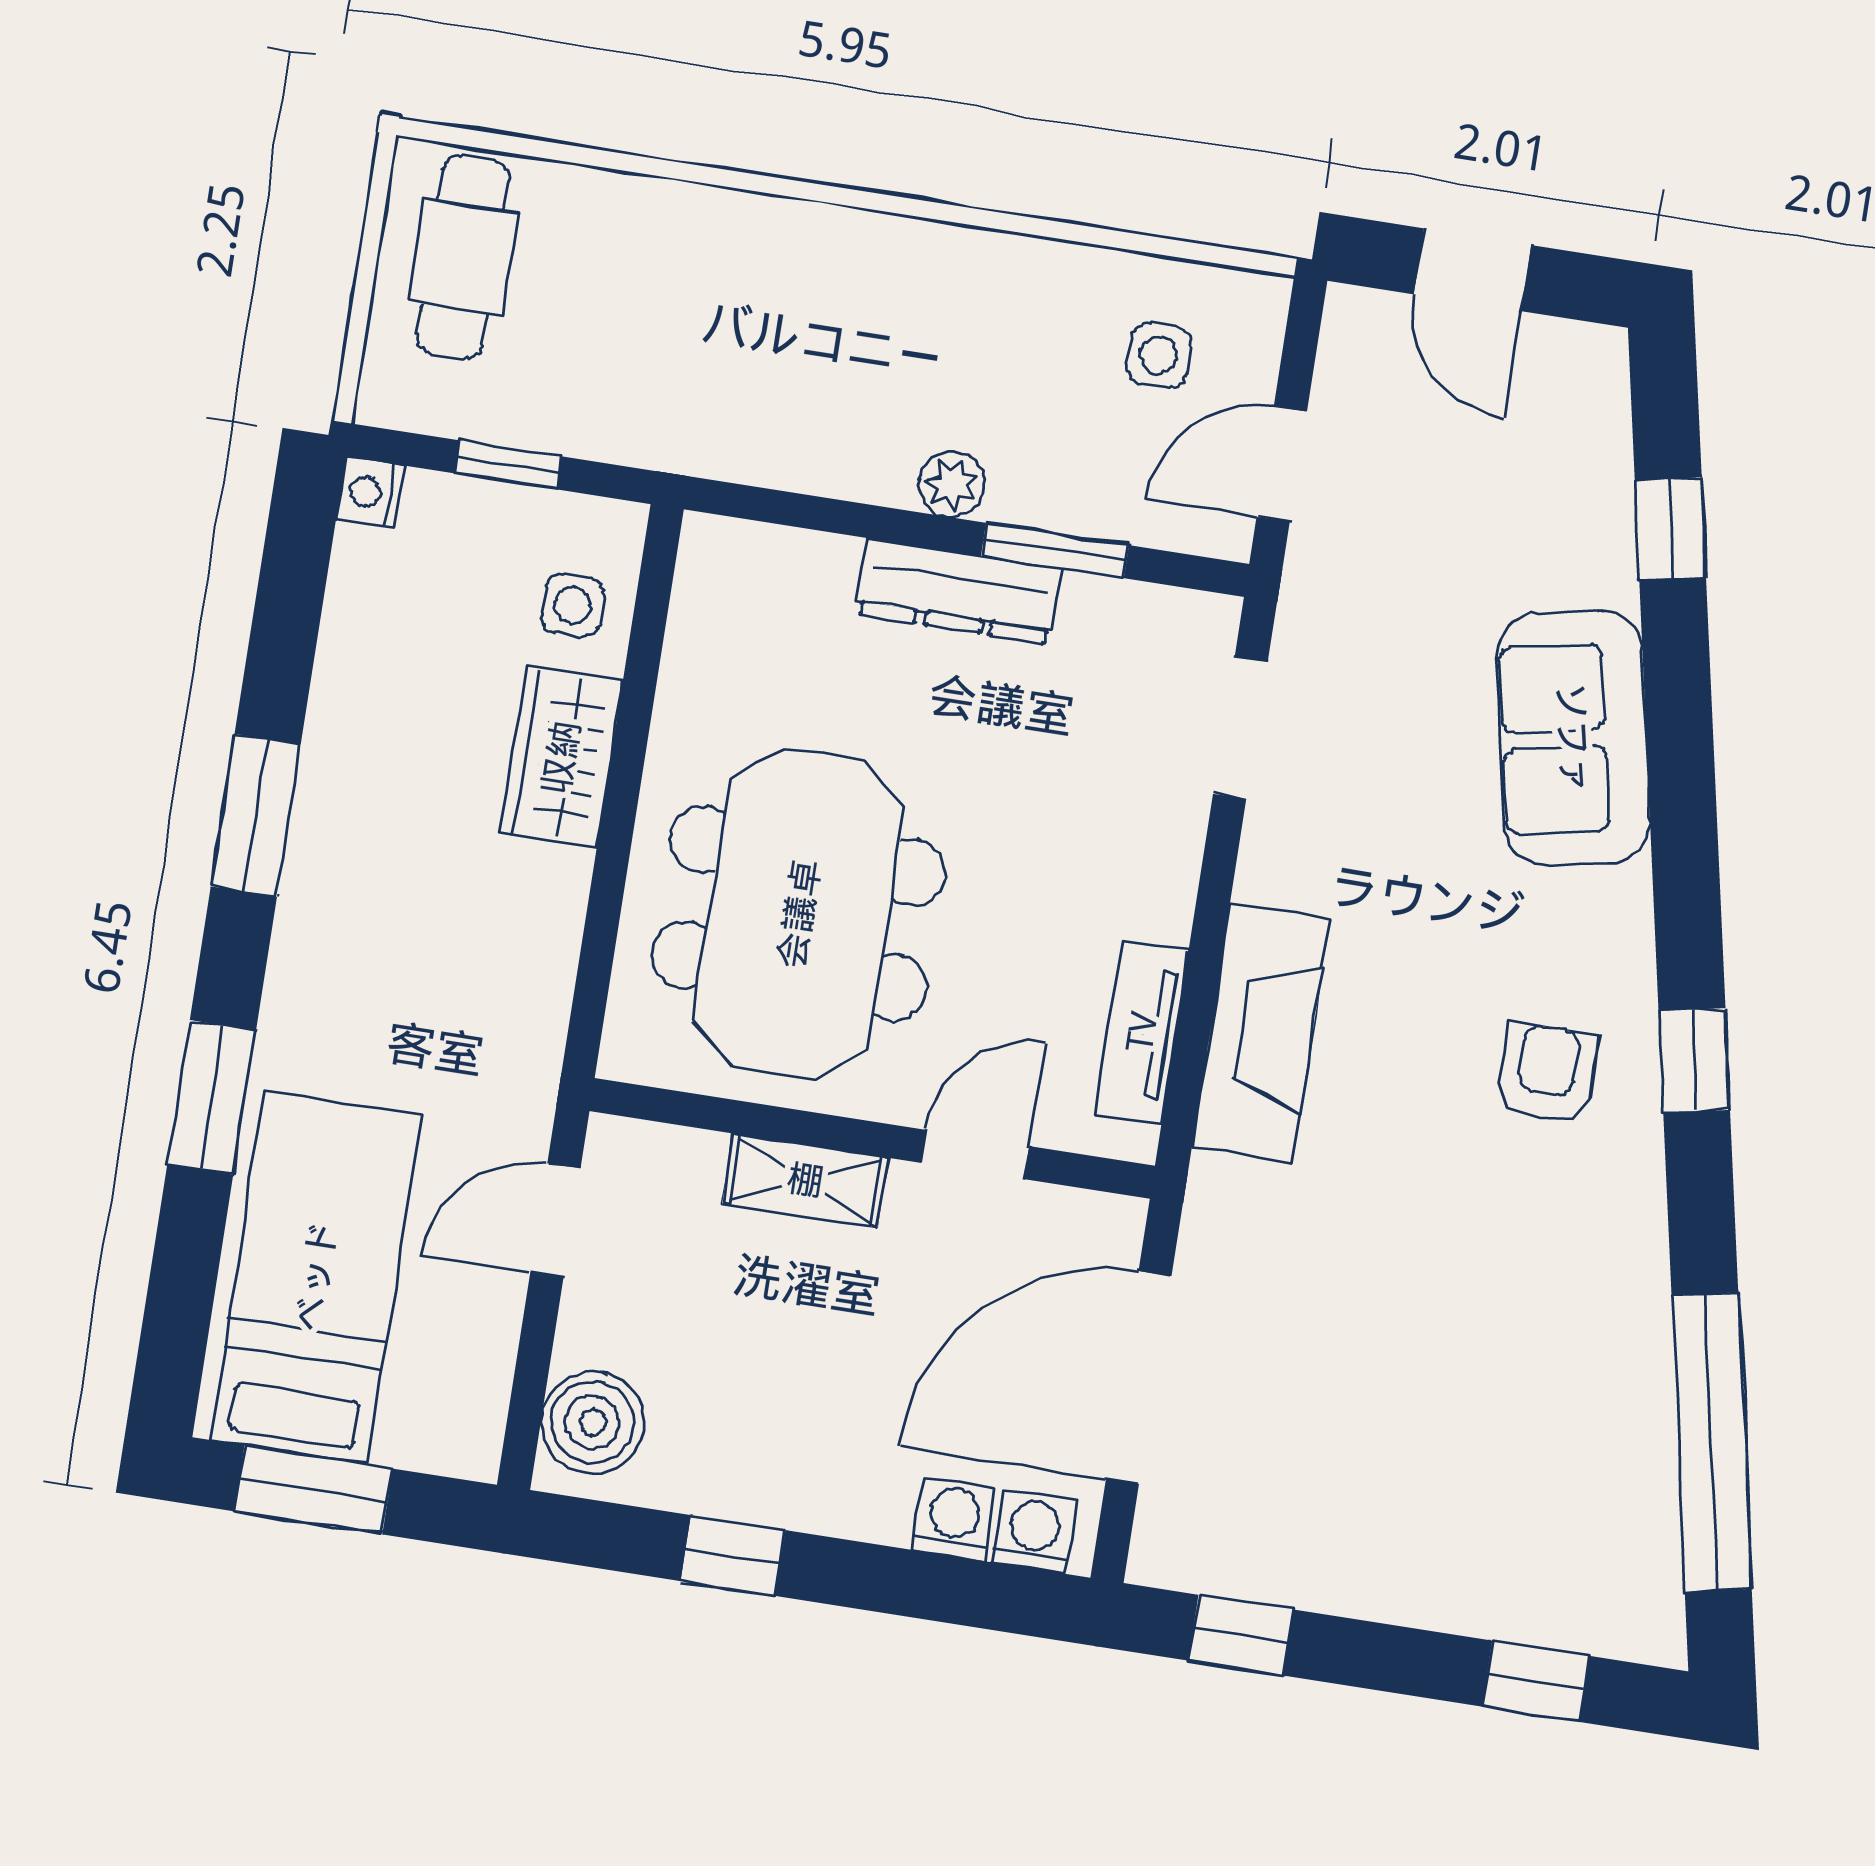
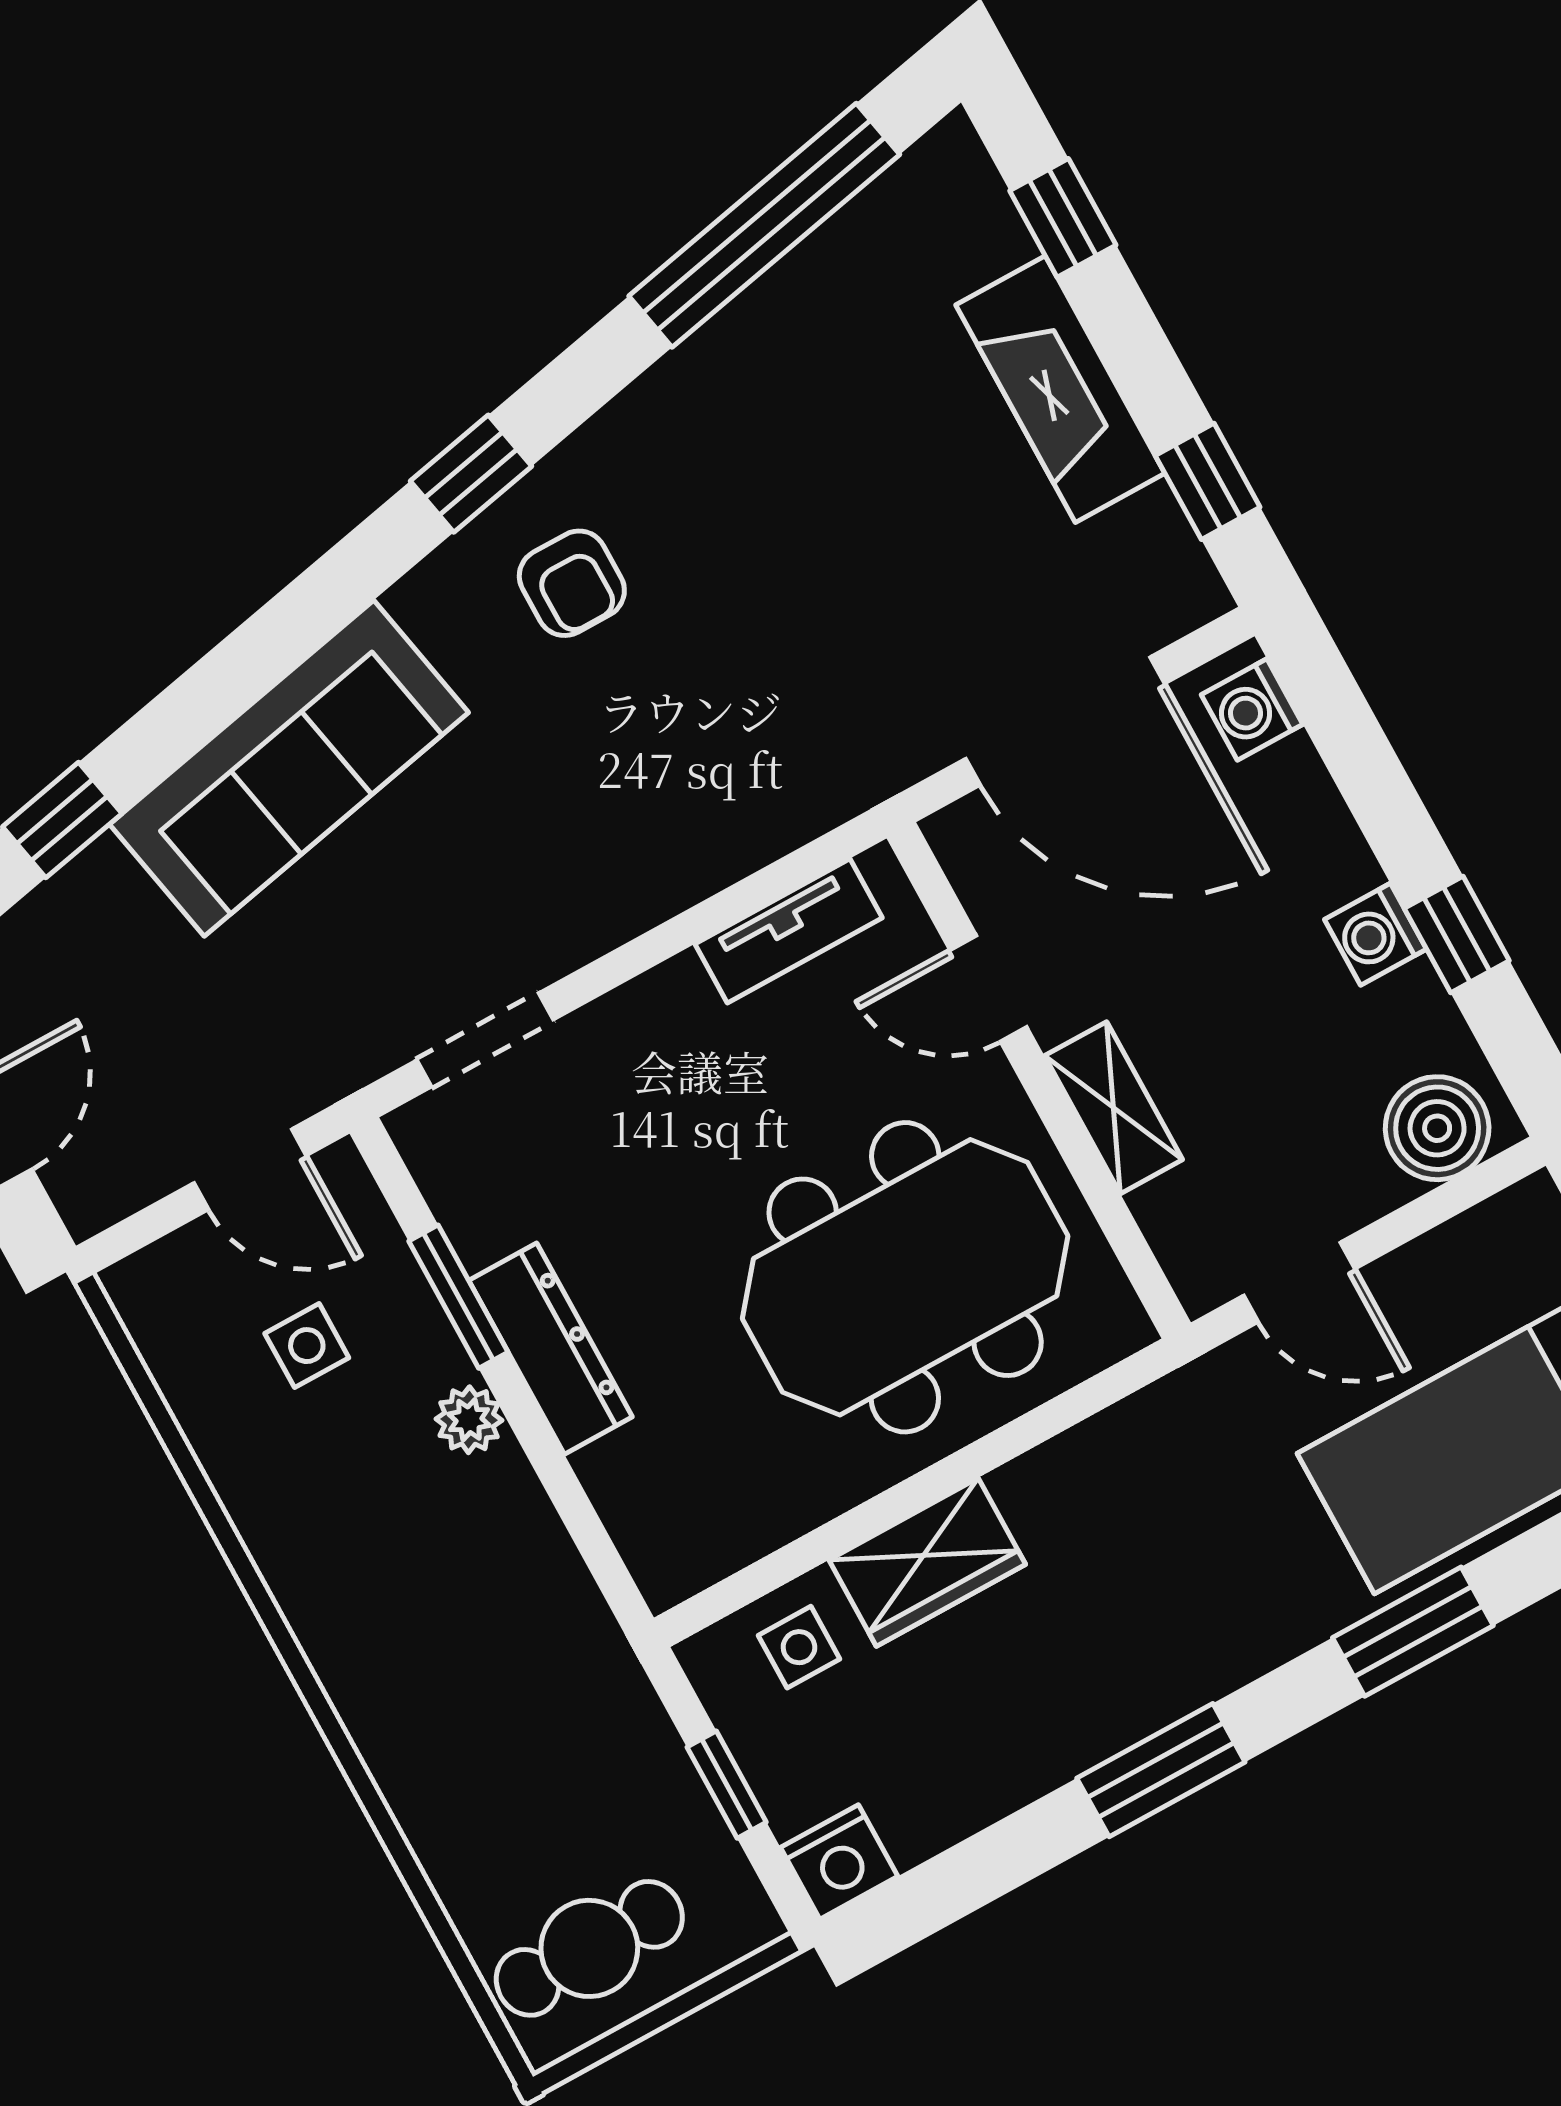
side table: (1159, 355) -> (307, 1346), moved
nightstand: (371, 492) -> (839, 1862), width x1.39, depth x1.35
sofa: (1573, 738) -> (289, 768), width x1.36
fireplace: (1261, 1033) -> (1060, 389), moved, turned -90
armchair: (1547, 1073) -> (572, 583), turned -90
washing machine: (954, 1519) -> (1375, 934), moved

